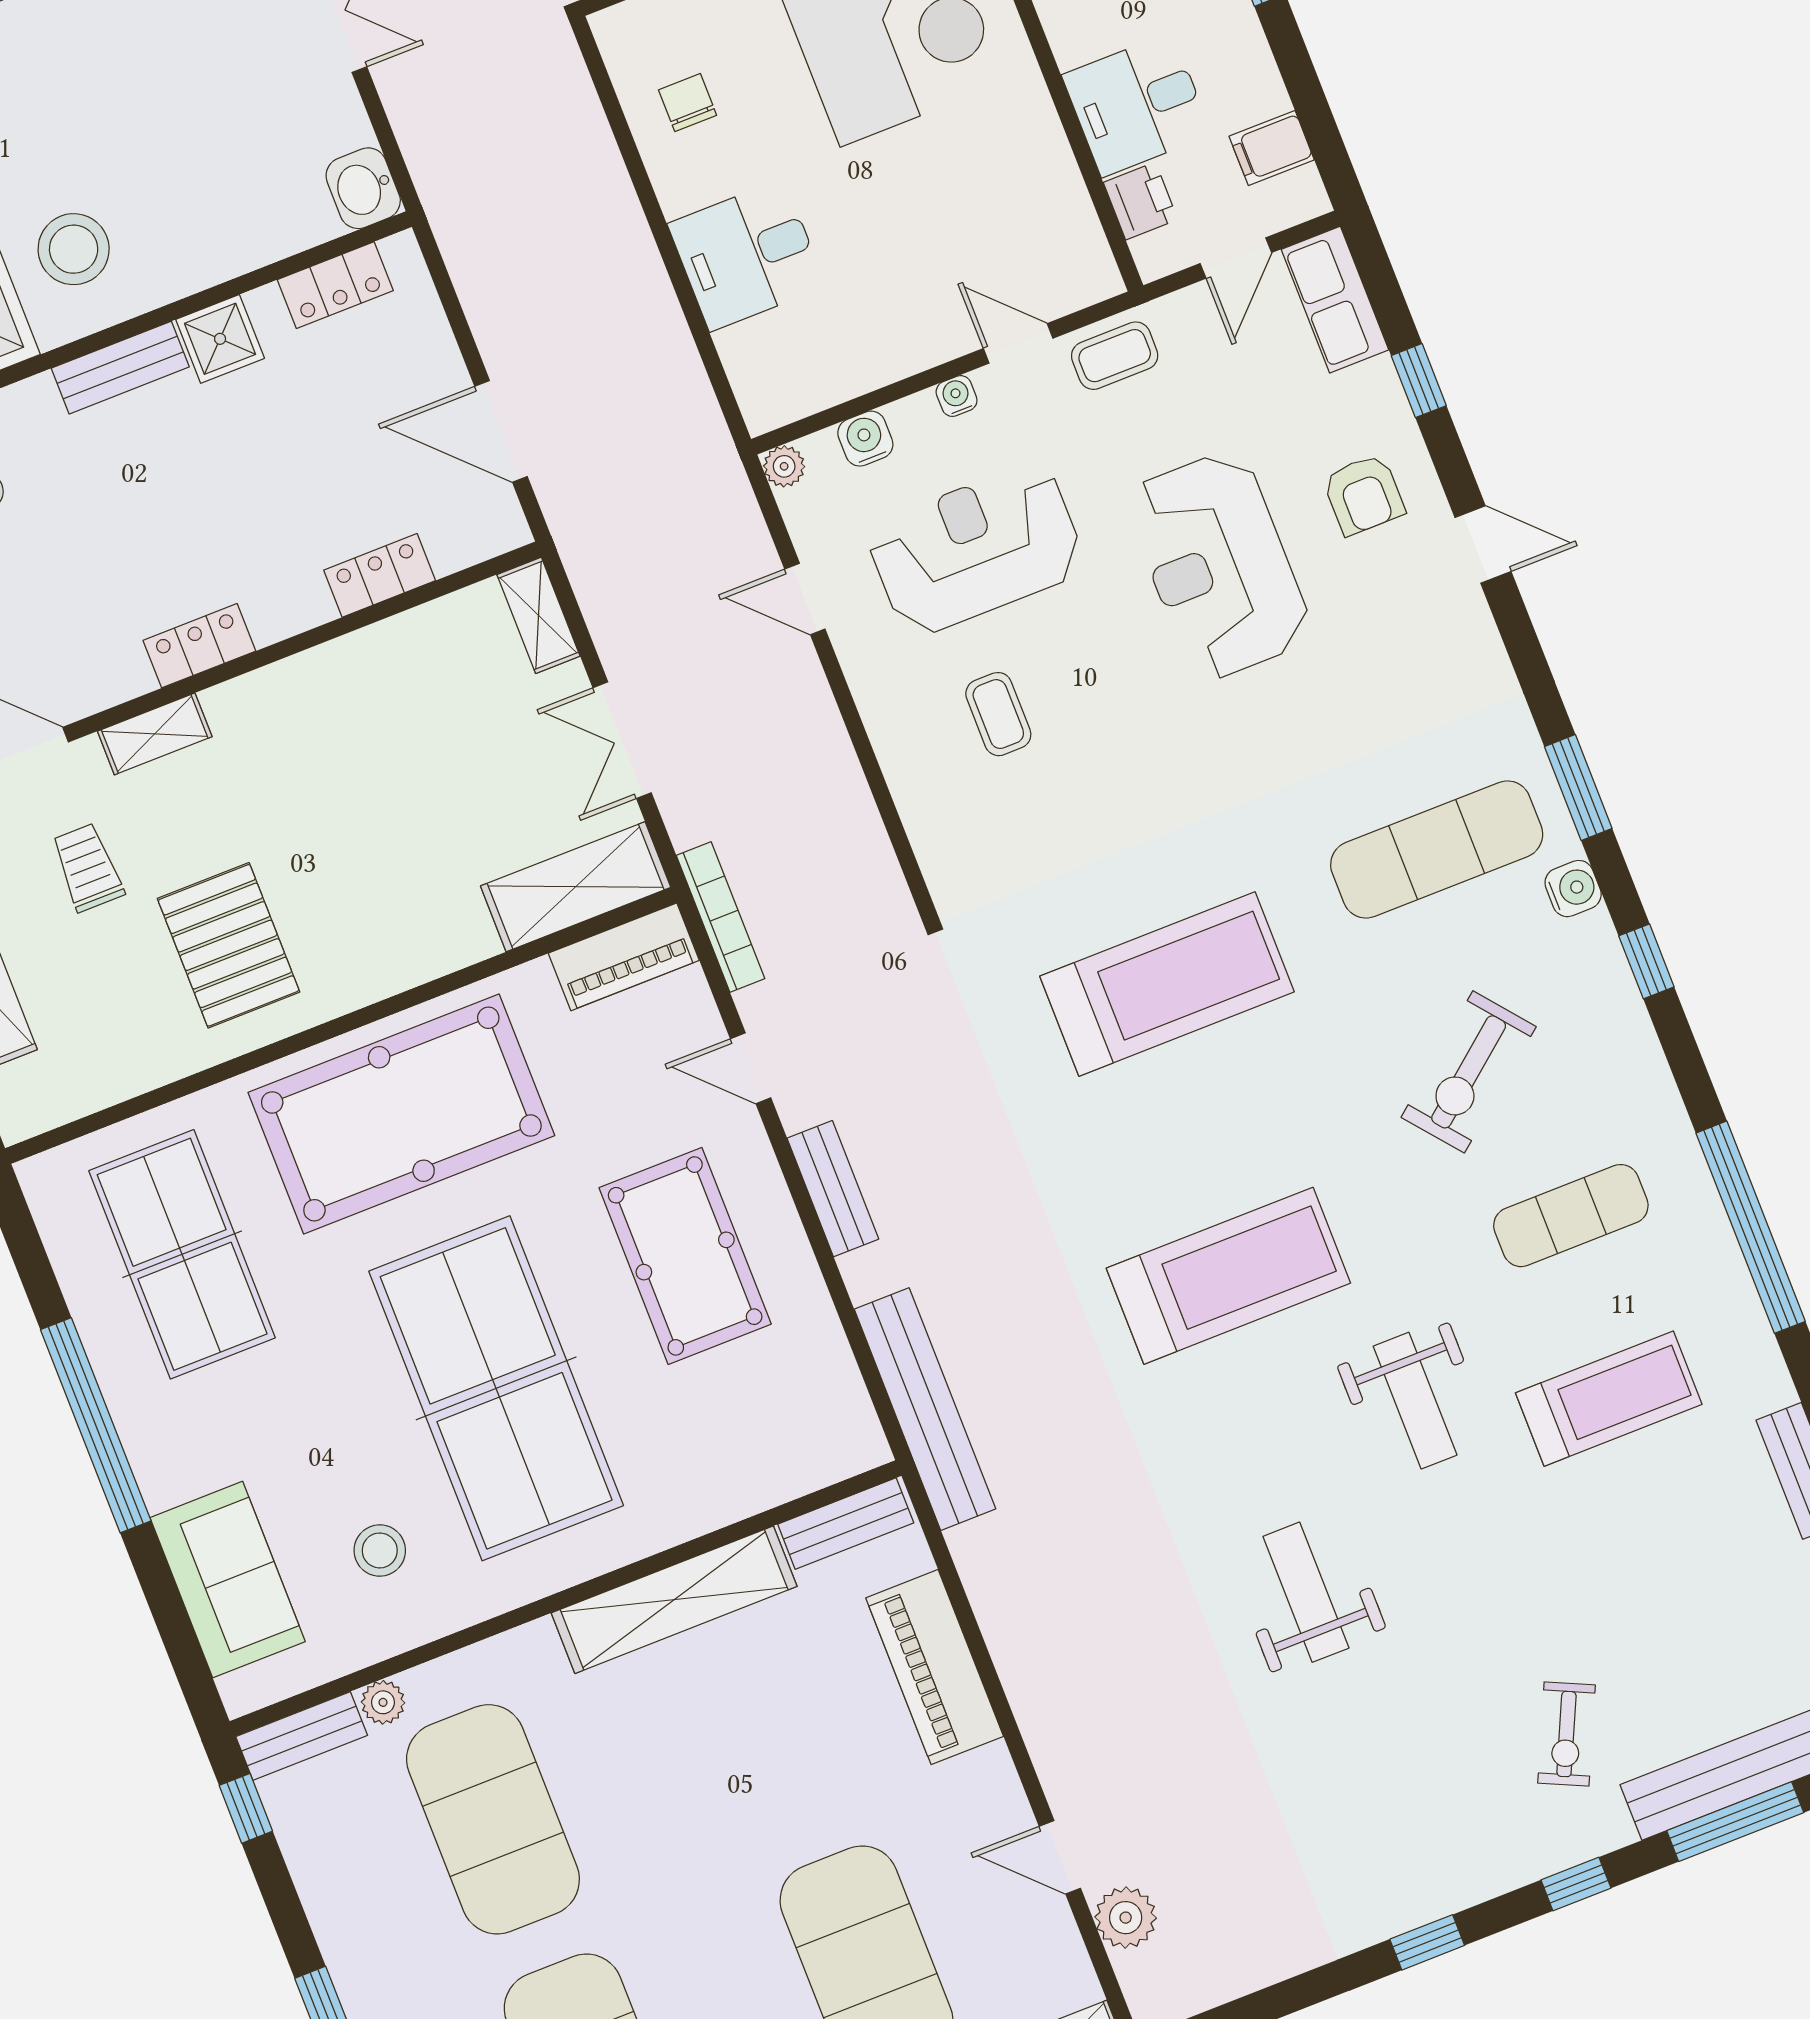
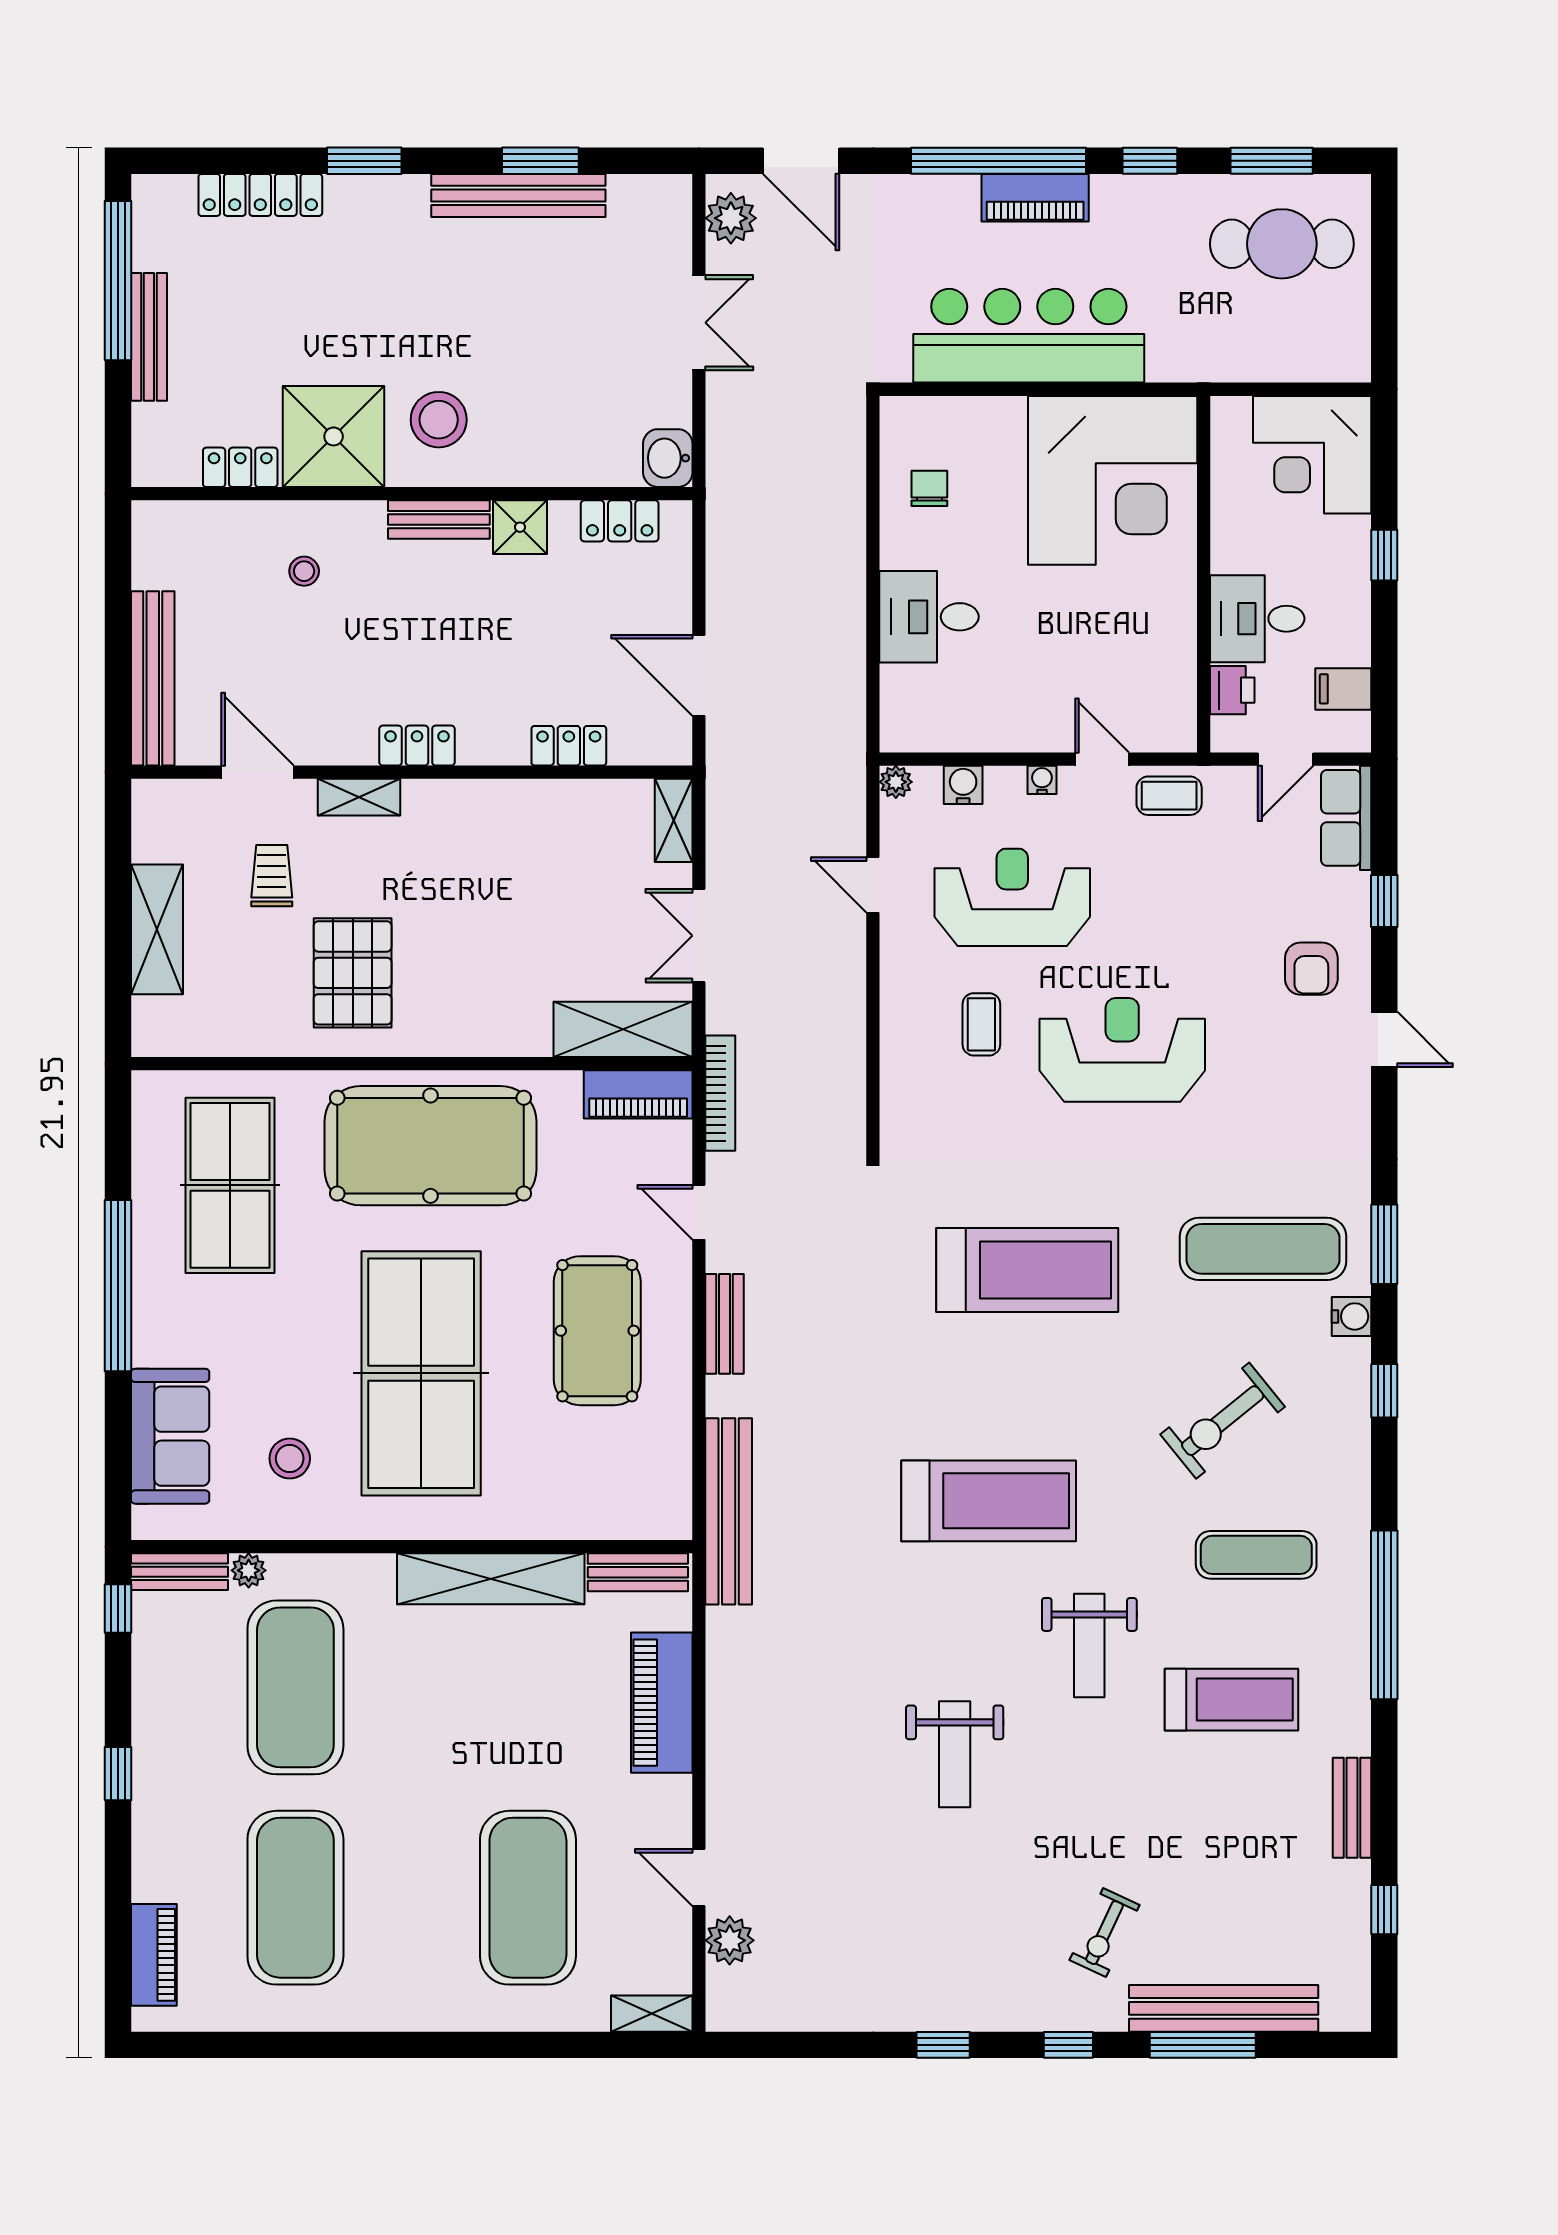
reception desk: (1219, 566) -> (1122, 1050), moved, turned 90
weight bench: (1306, 1592) -> (955, 1754), turned 180

